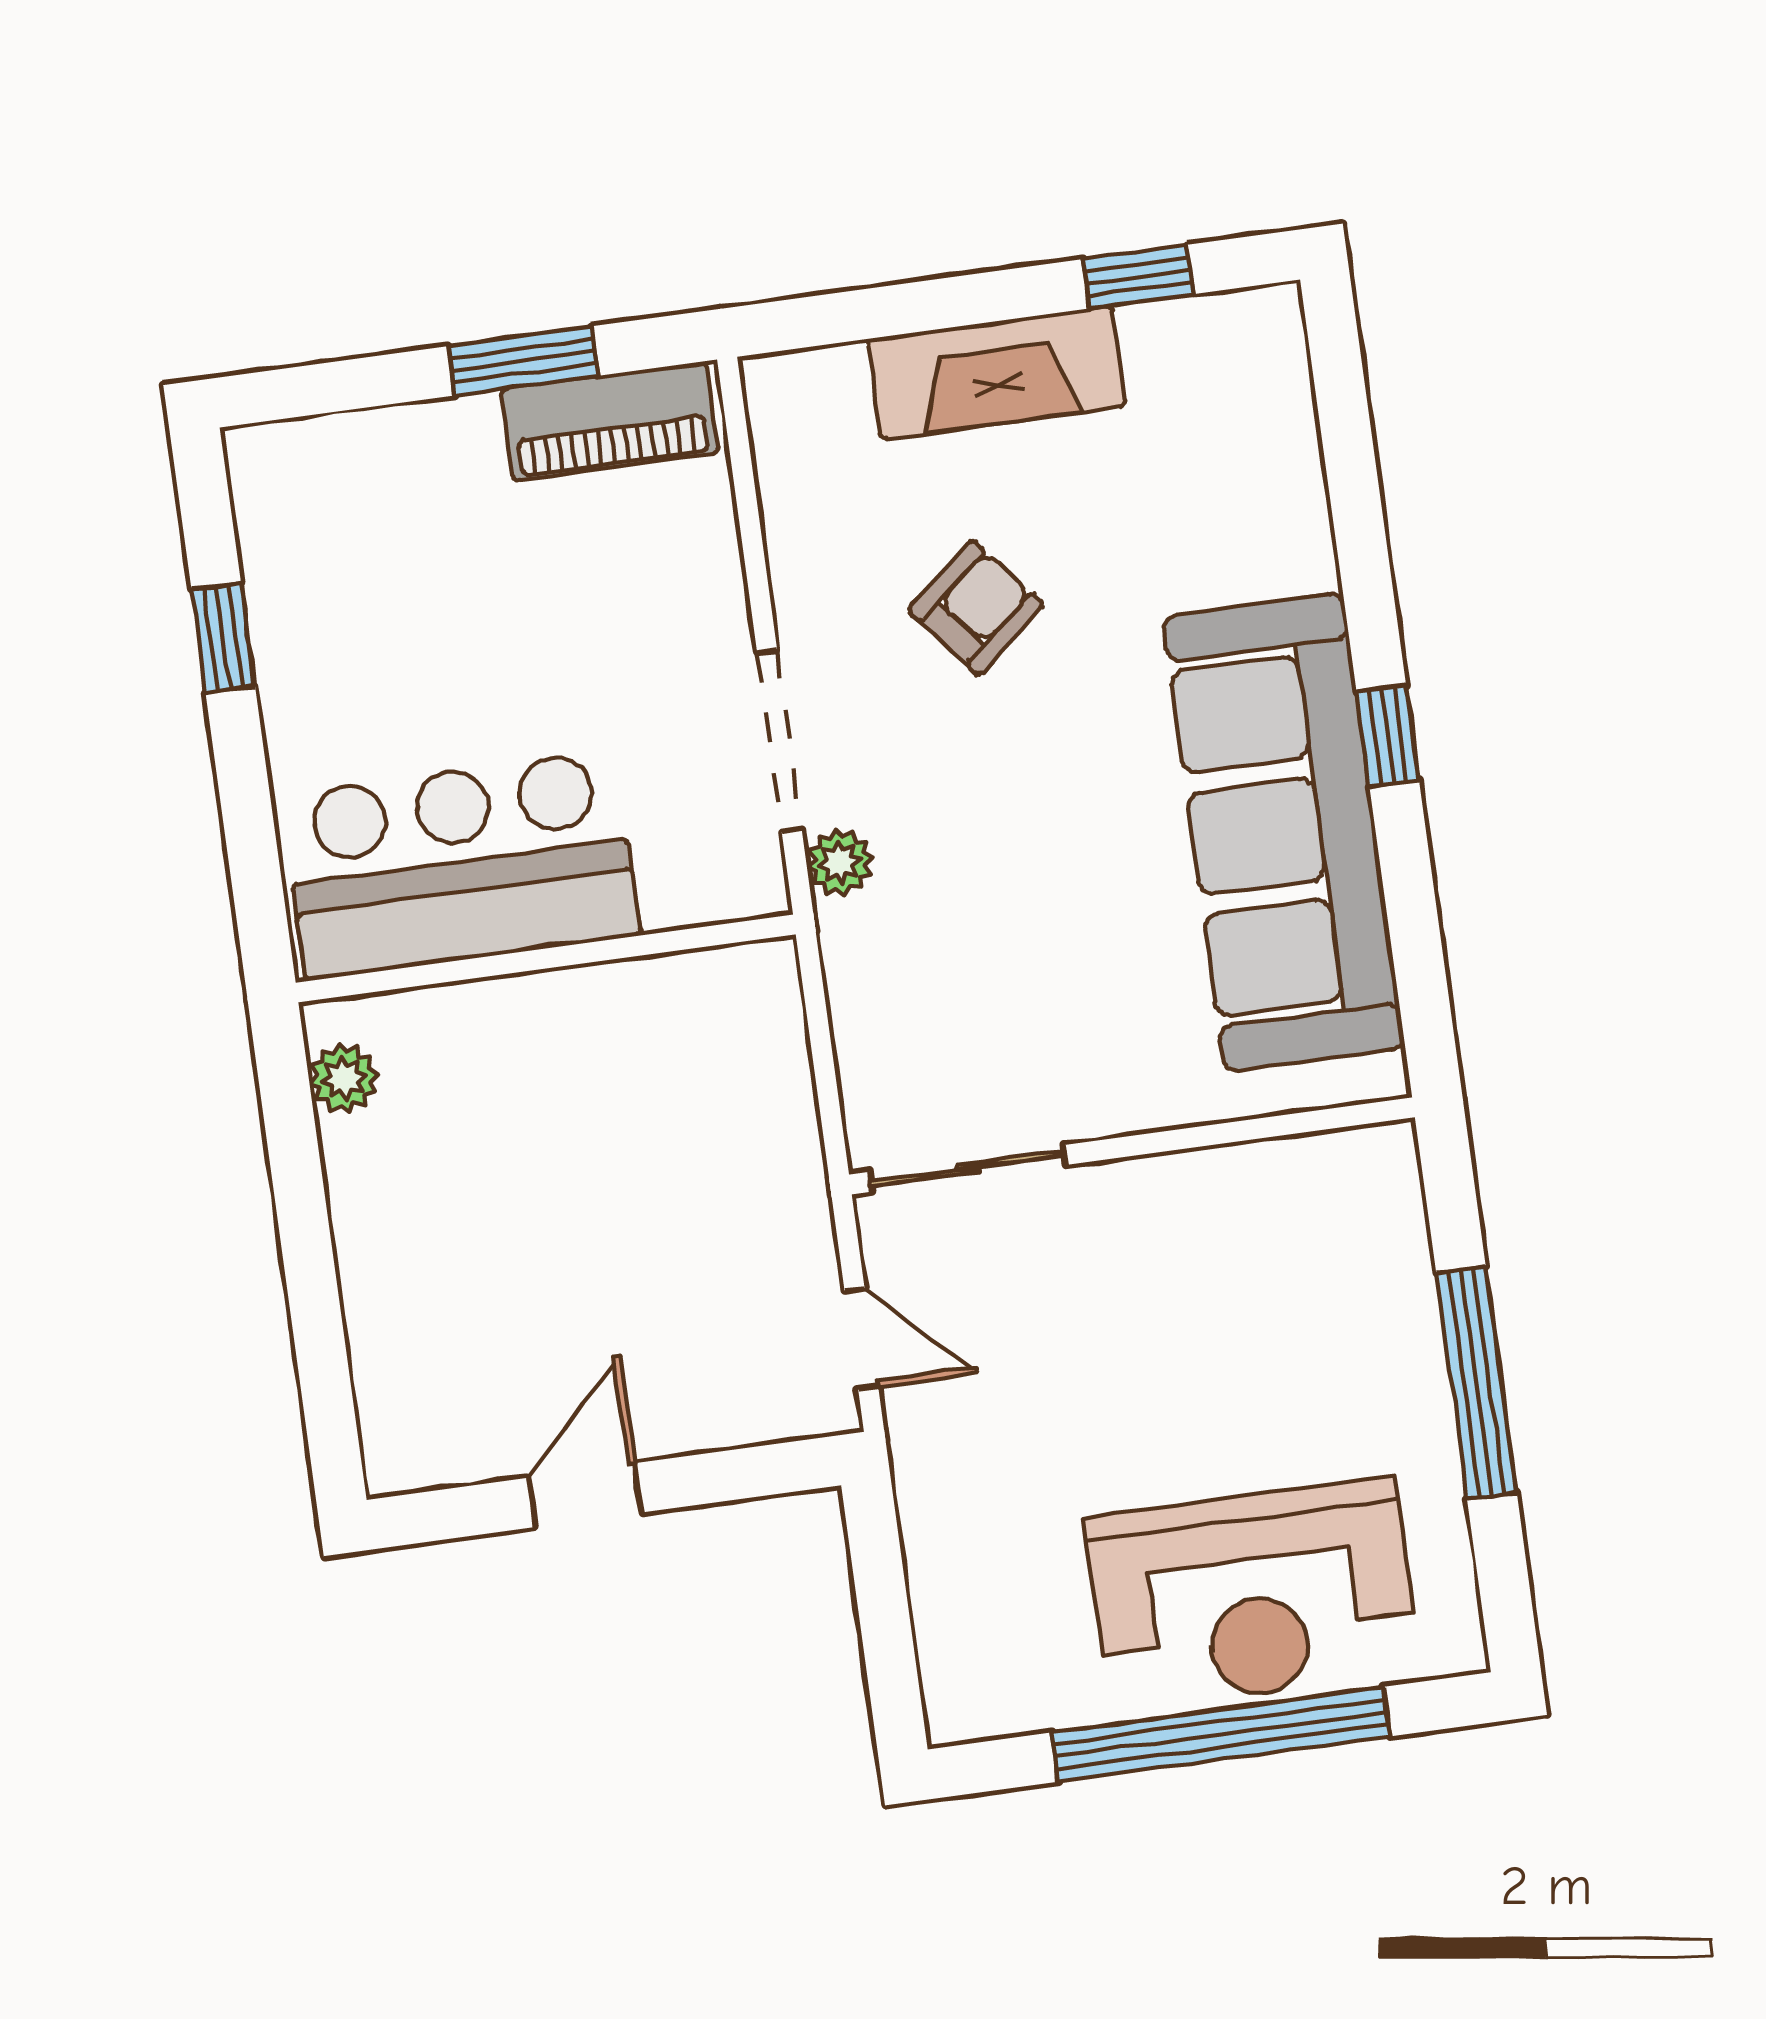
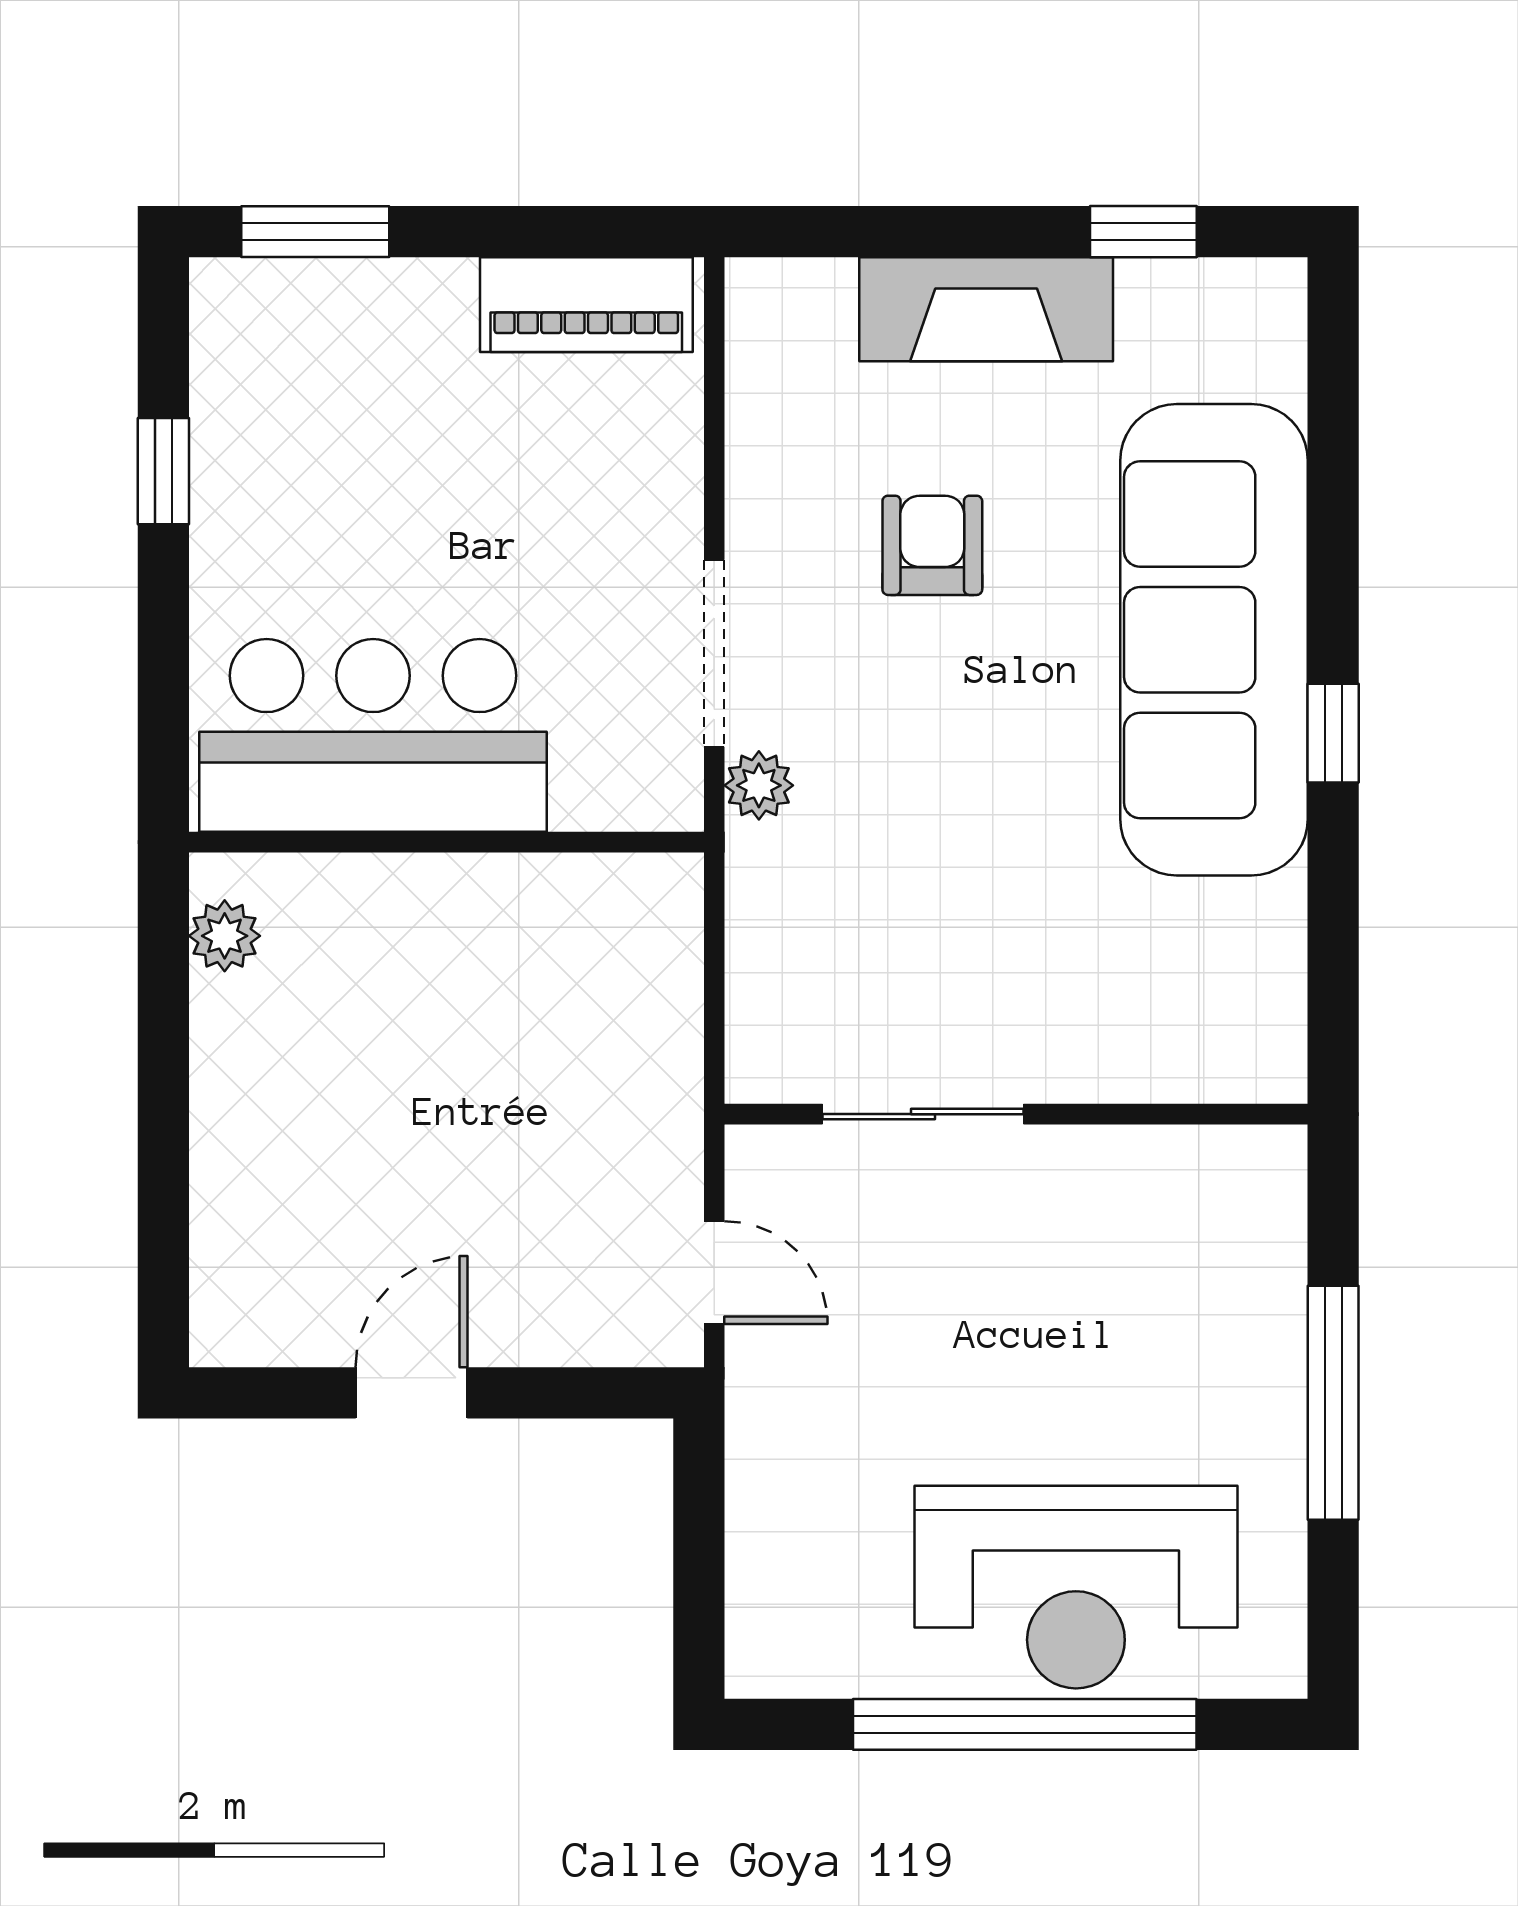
window: (523, 361) -> (315, 232), moved
armchair: (976, 608) -> (932, 545), turned -50
sofa: (1284, 832) -> (1214, 640), moved
sliding door: (968, 1168) -> (923, 1114), moved

